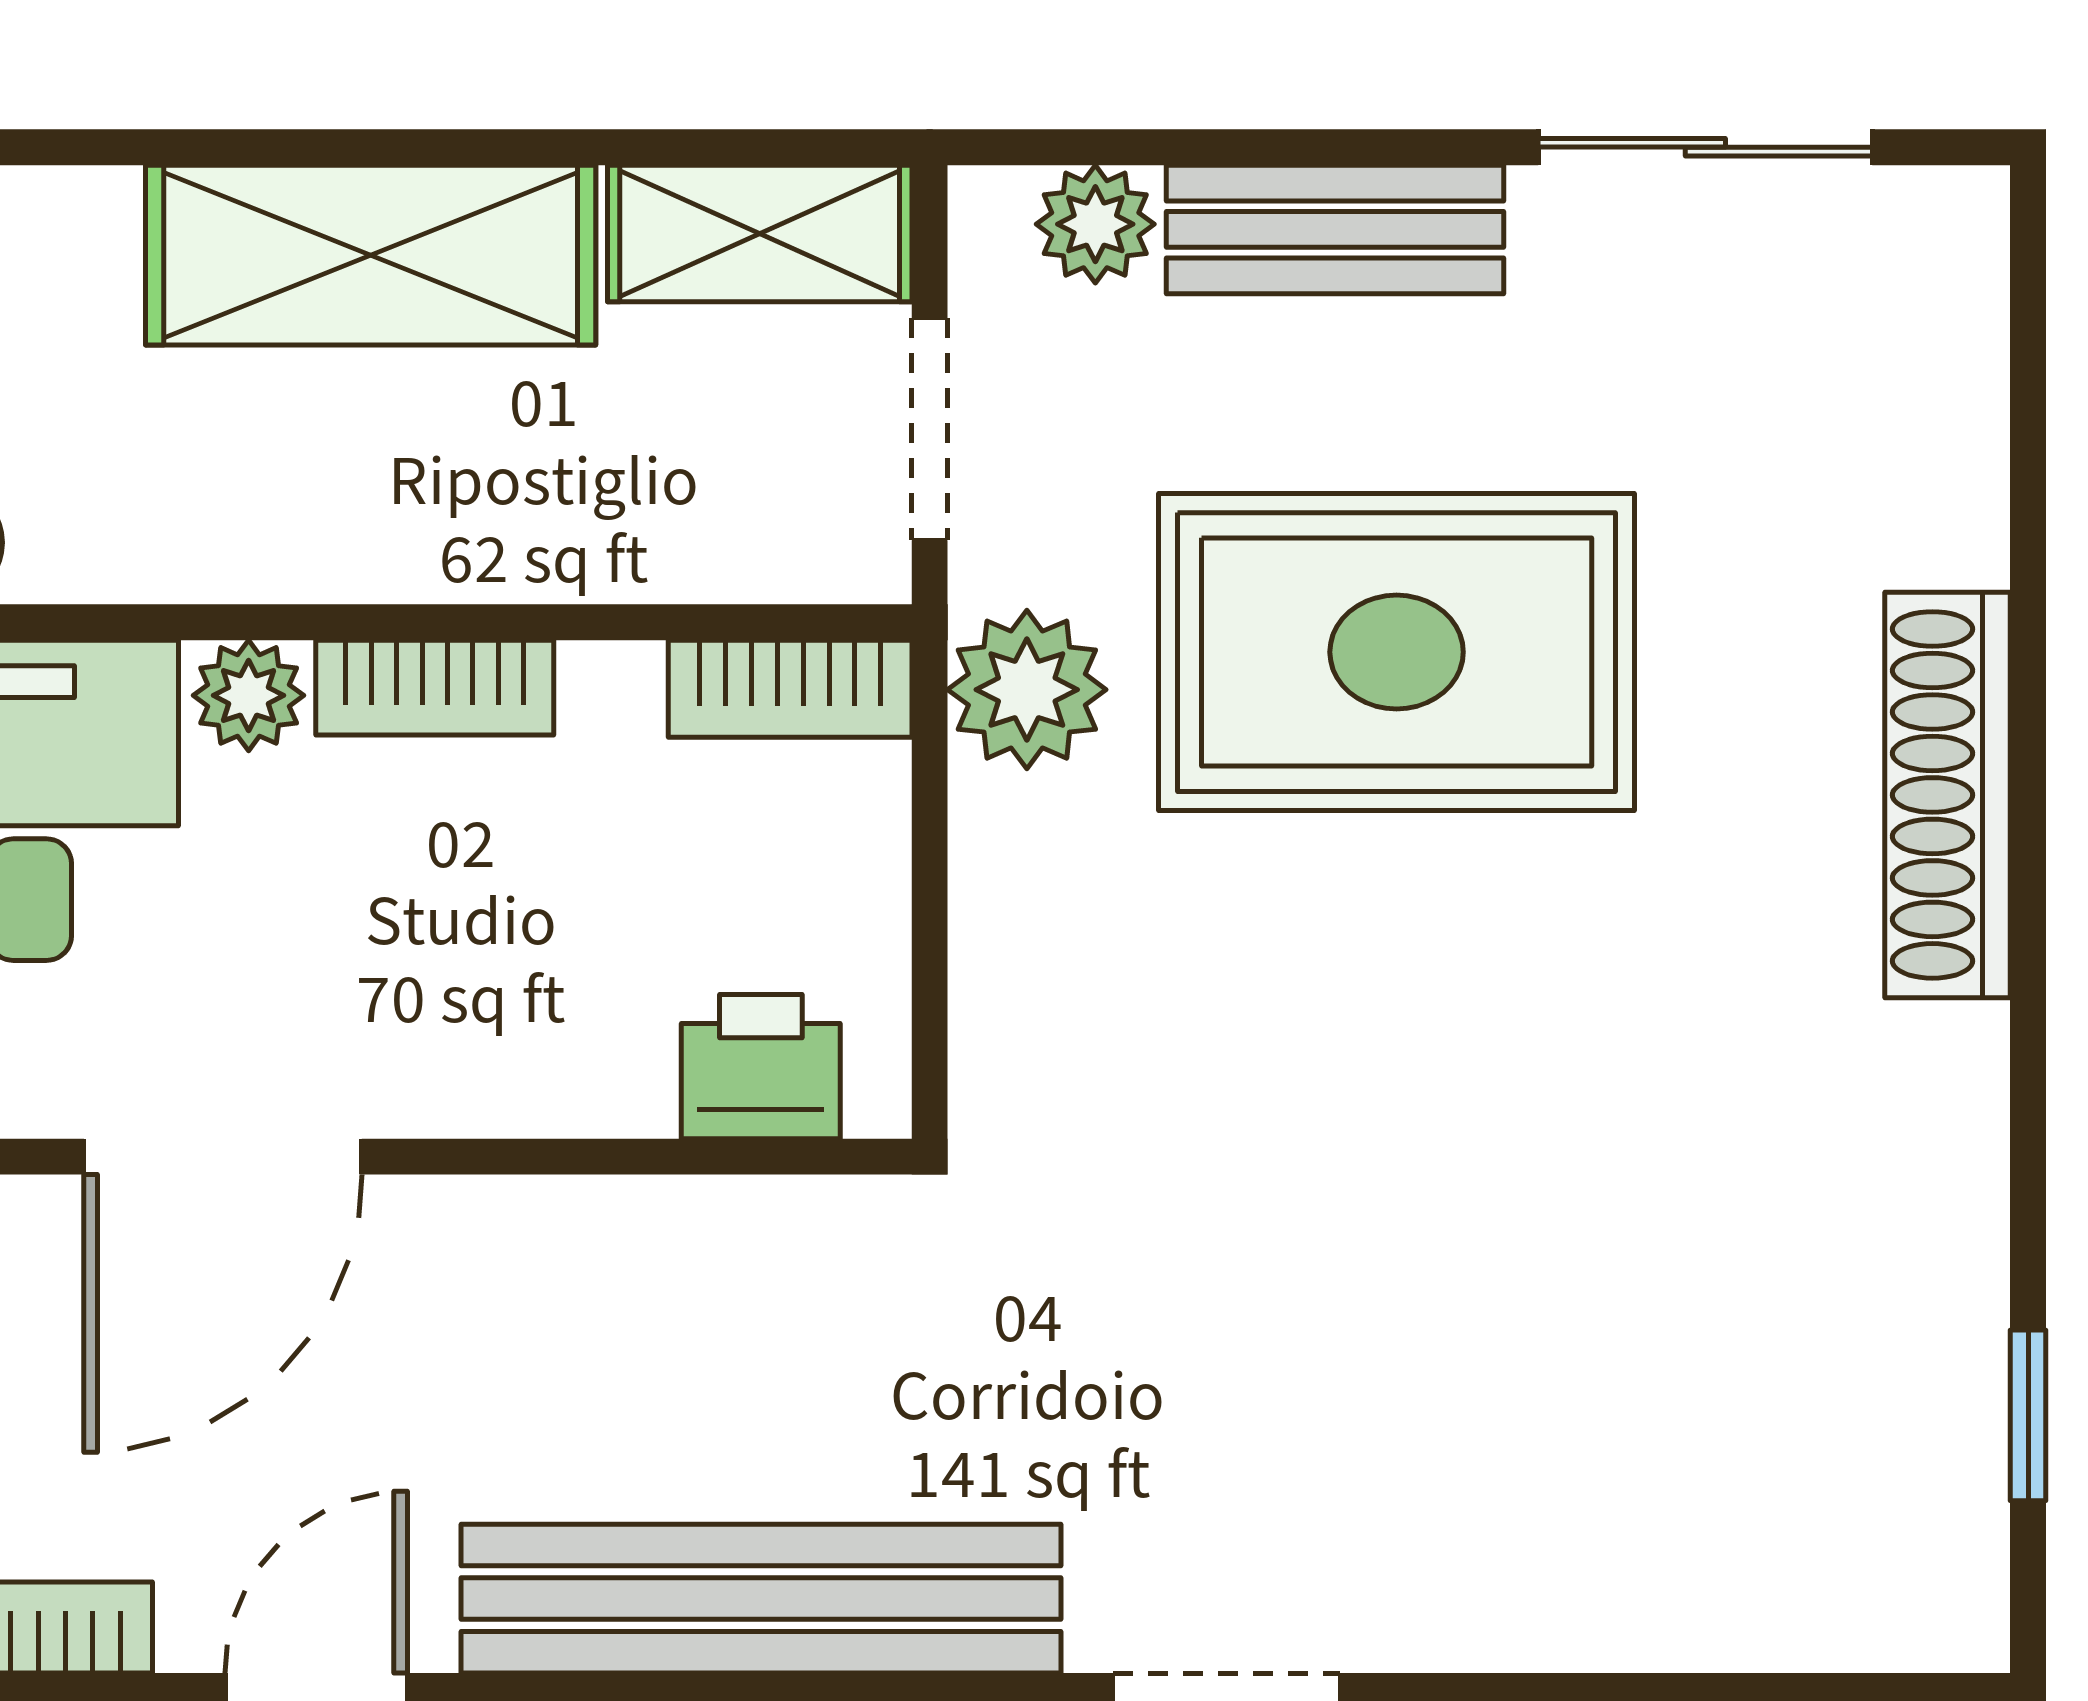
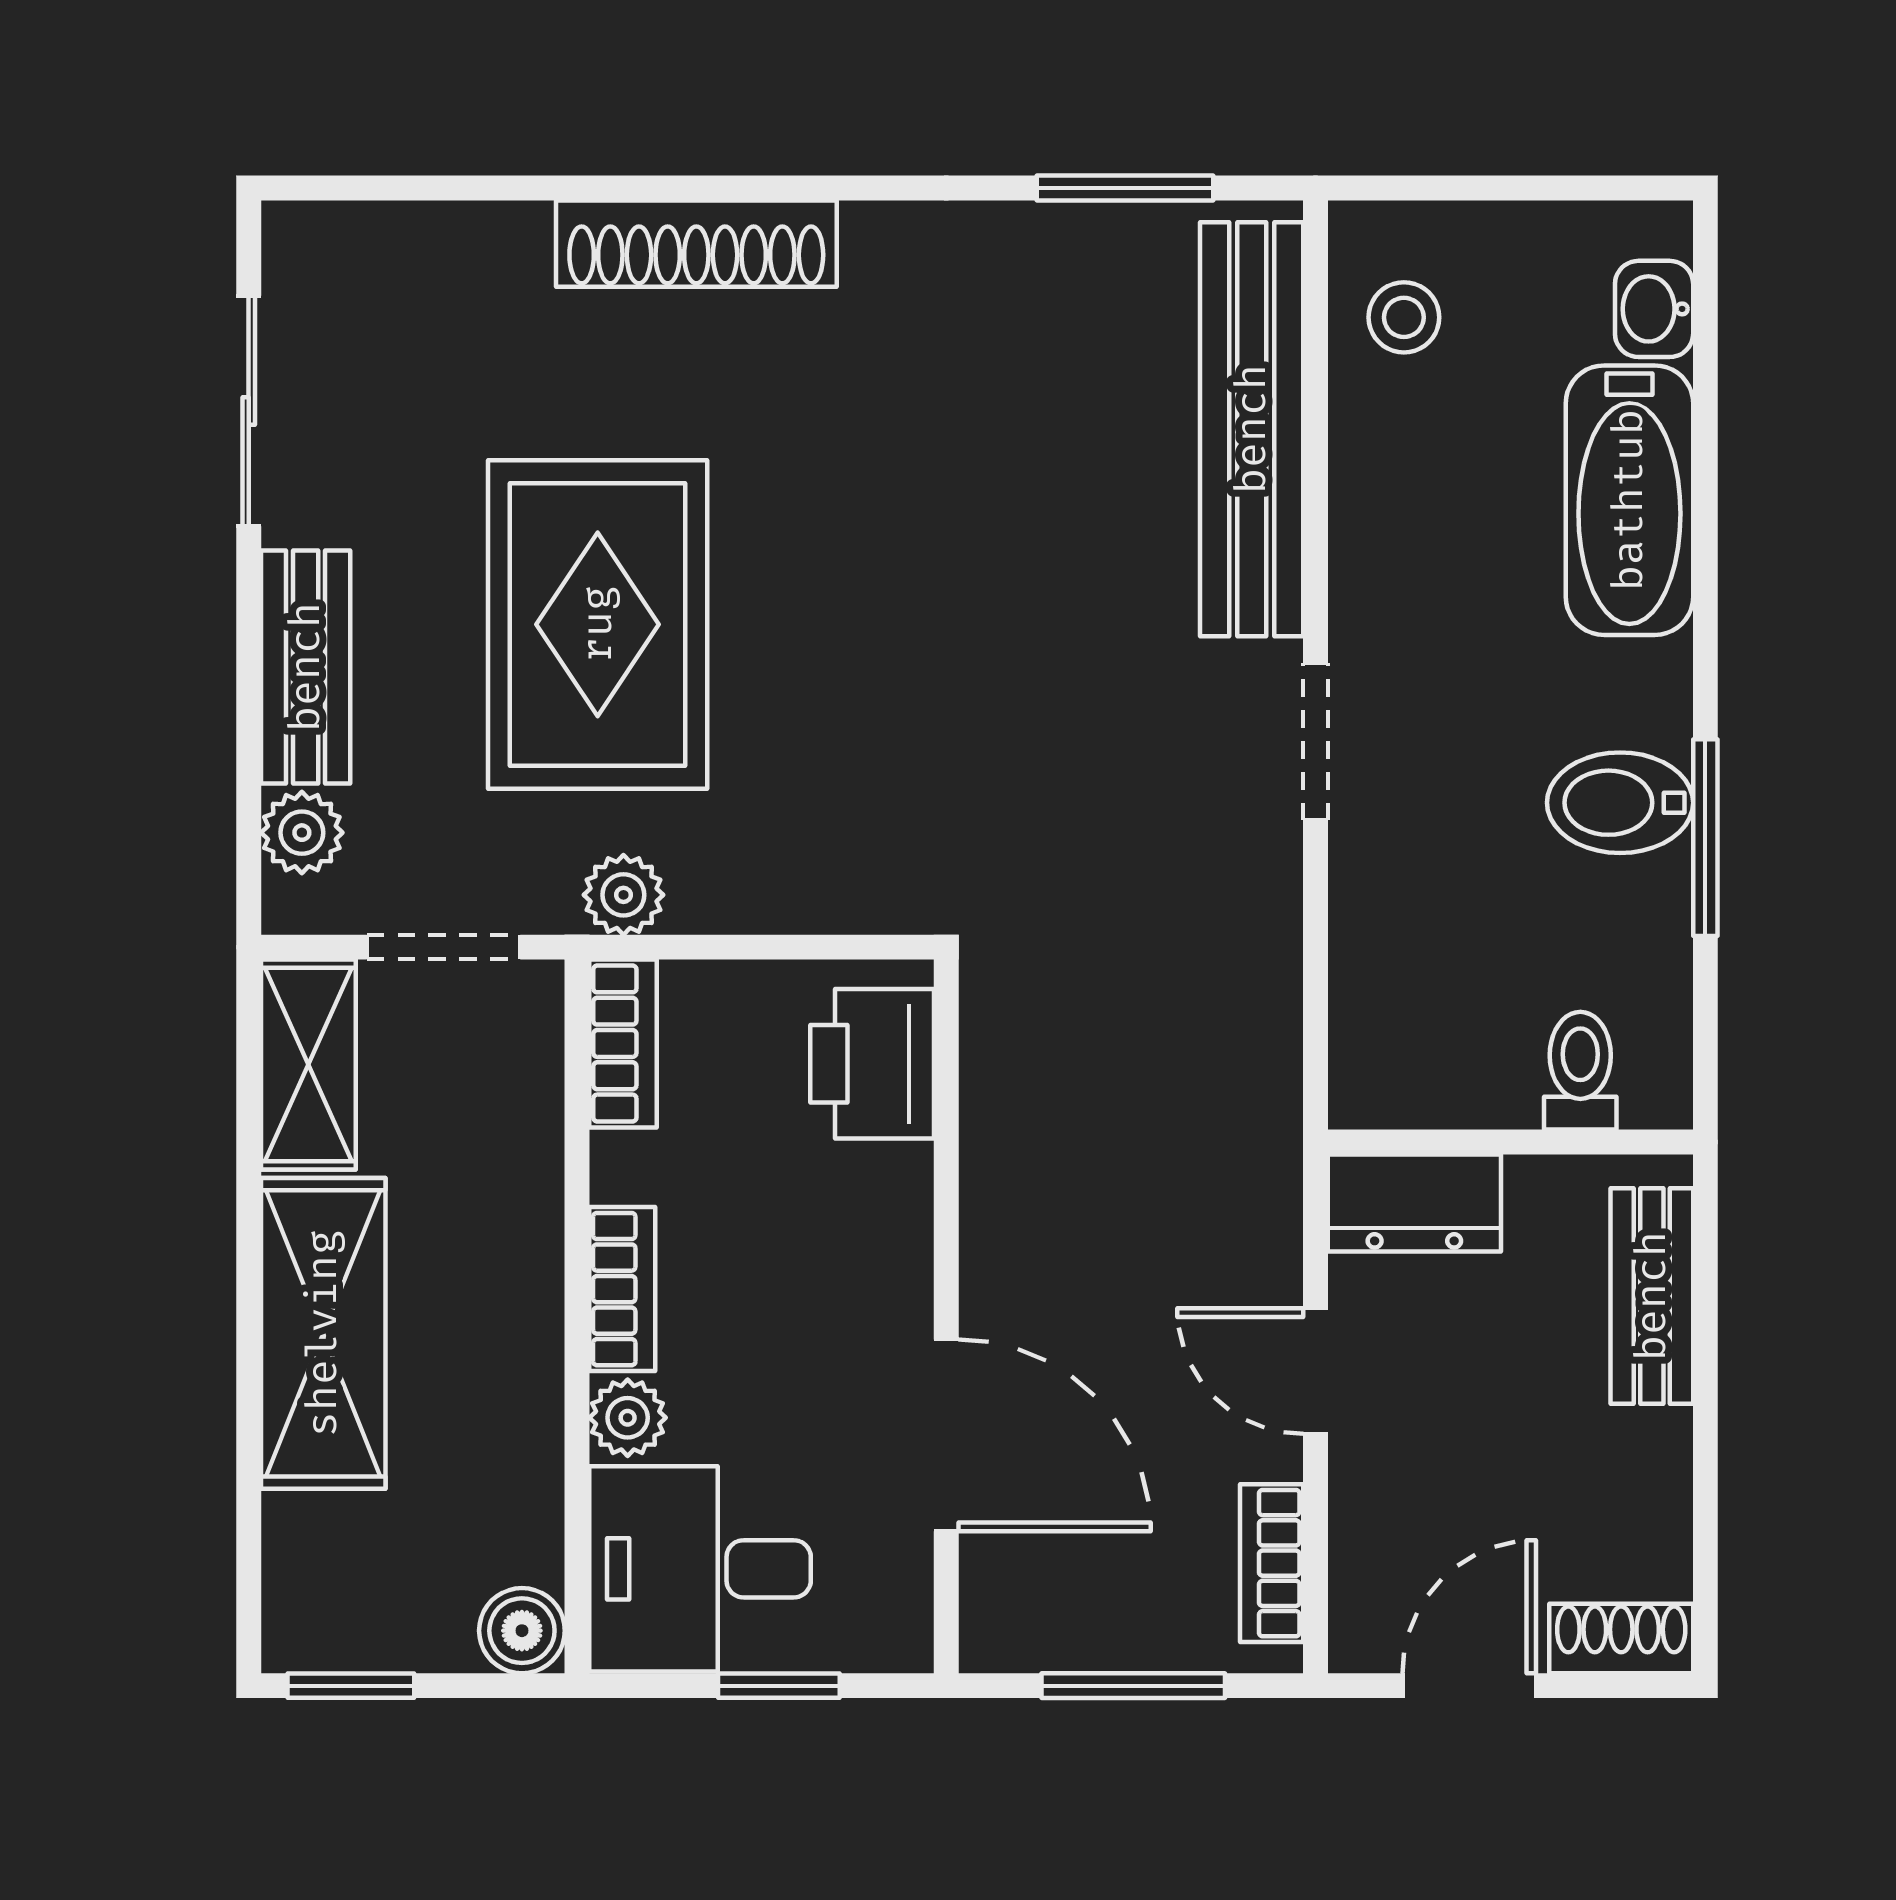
plant: (1027, 690) -> (623, 895), width x0.73, depth x0.73
printer: (761, 1067) -> (872, 1064), width x1.36, depth x1.24
window: (2028, 1415) -> (1125, 188), width x1.50
bench: (761, 1599) -> (1252, 429), moved

